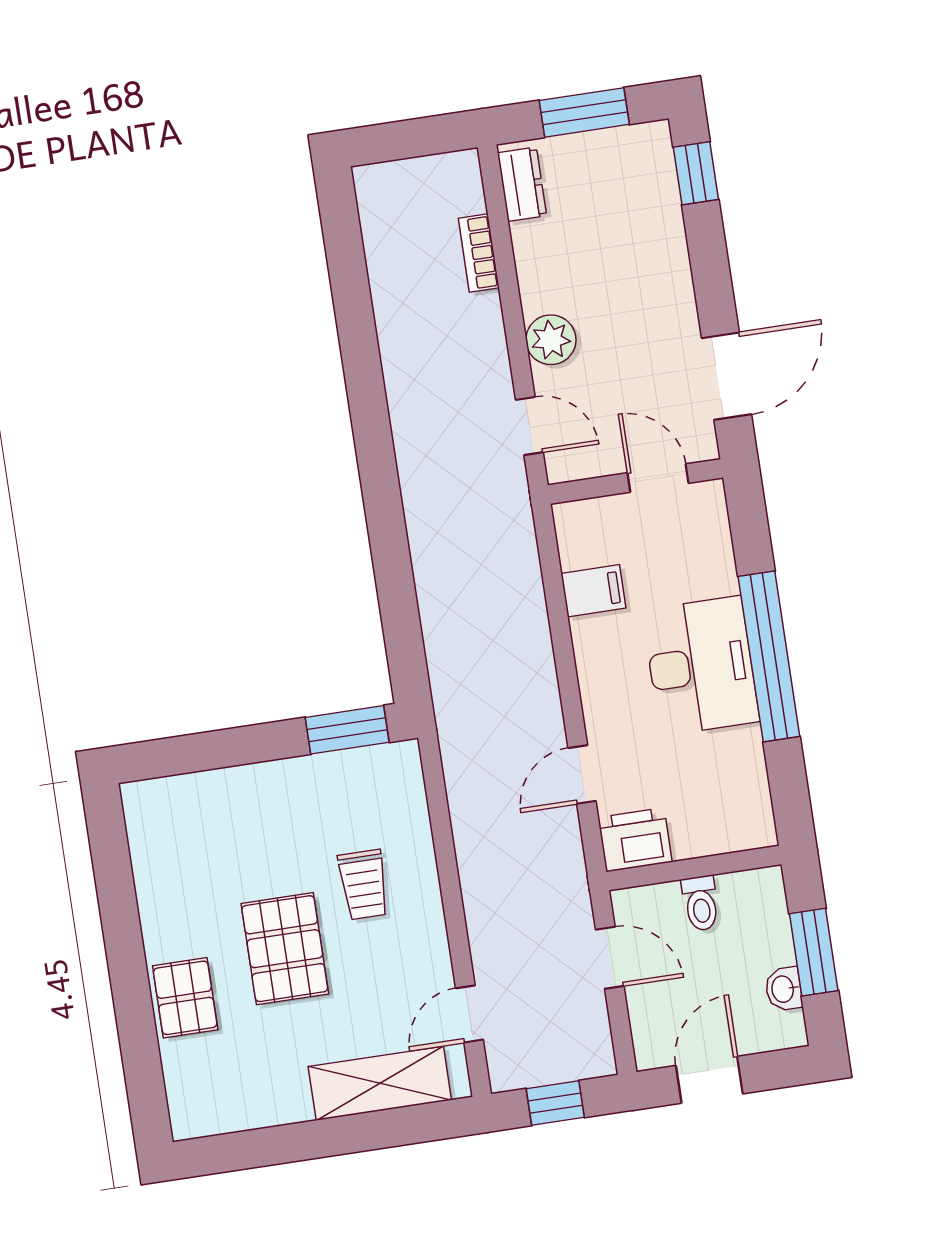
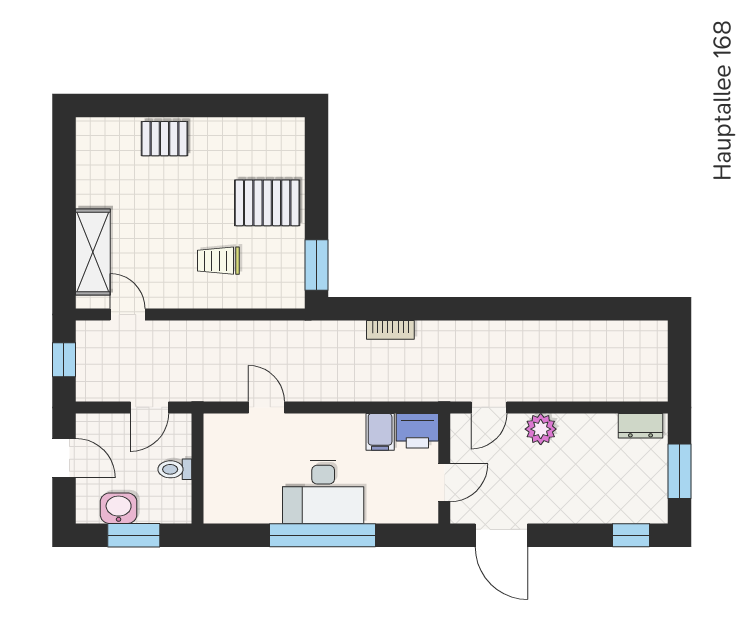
bookcase: (479, 253) -> (390, 330), moved, turned 180
printer: (635, 840) -> (417, 431), moved, turned 90
pallet: (285, 949) -> (267, 203), moved
washbasin: (784, 989) -> (119, 508), width x1.38, depth x1.45

